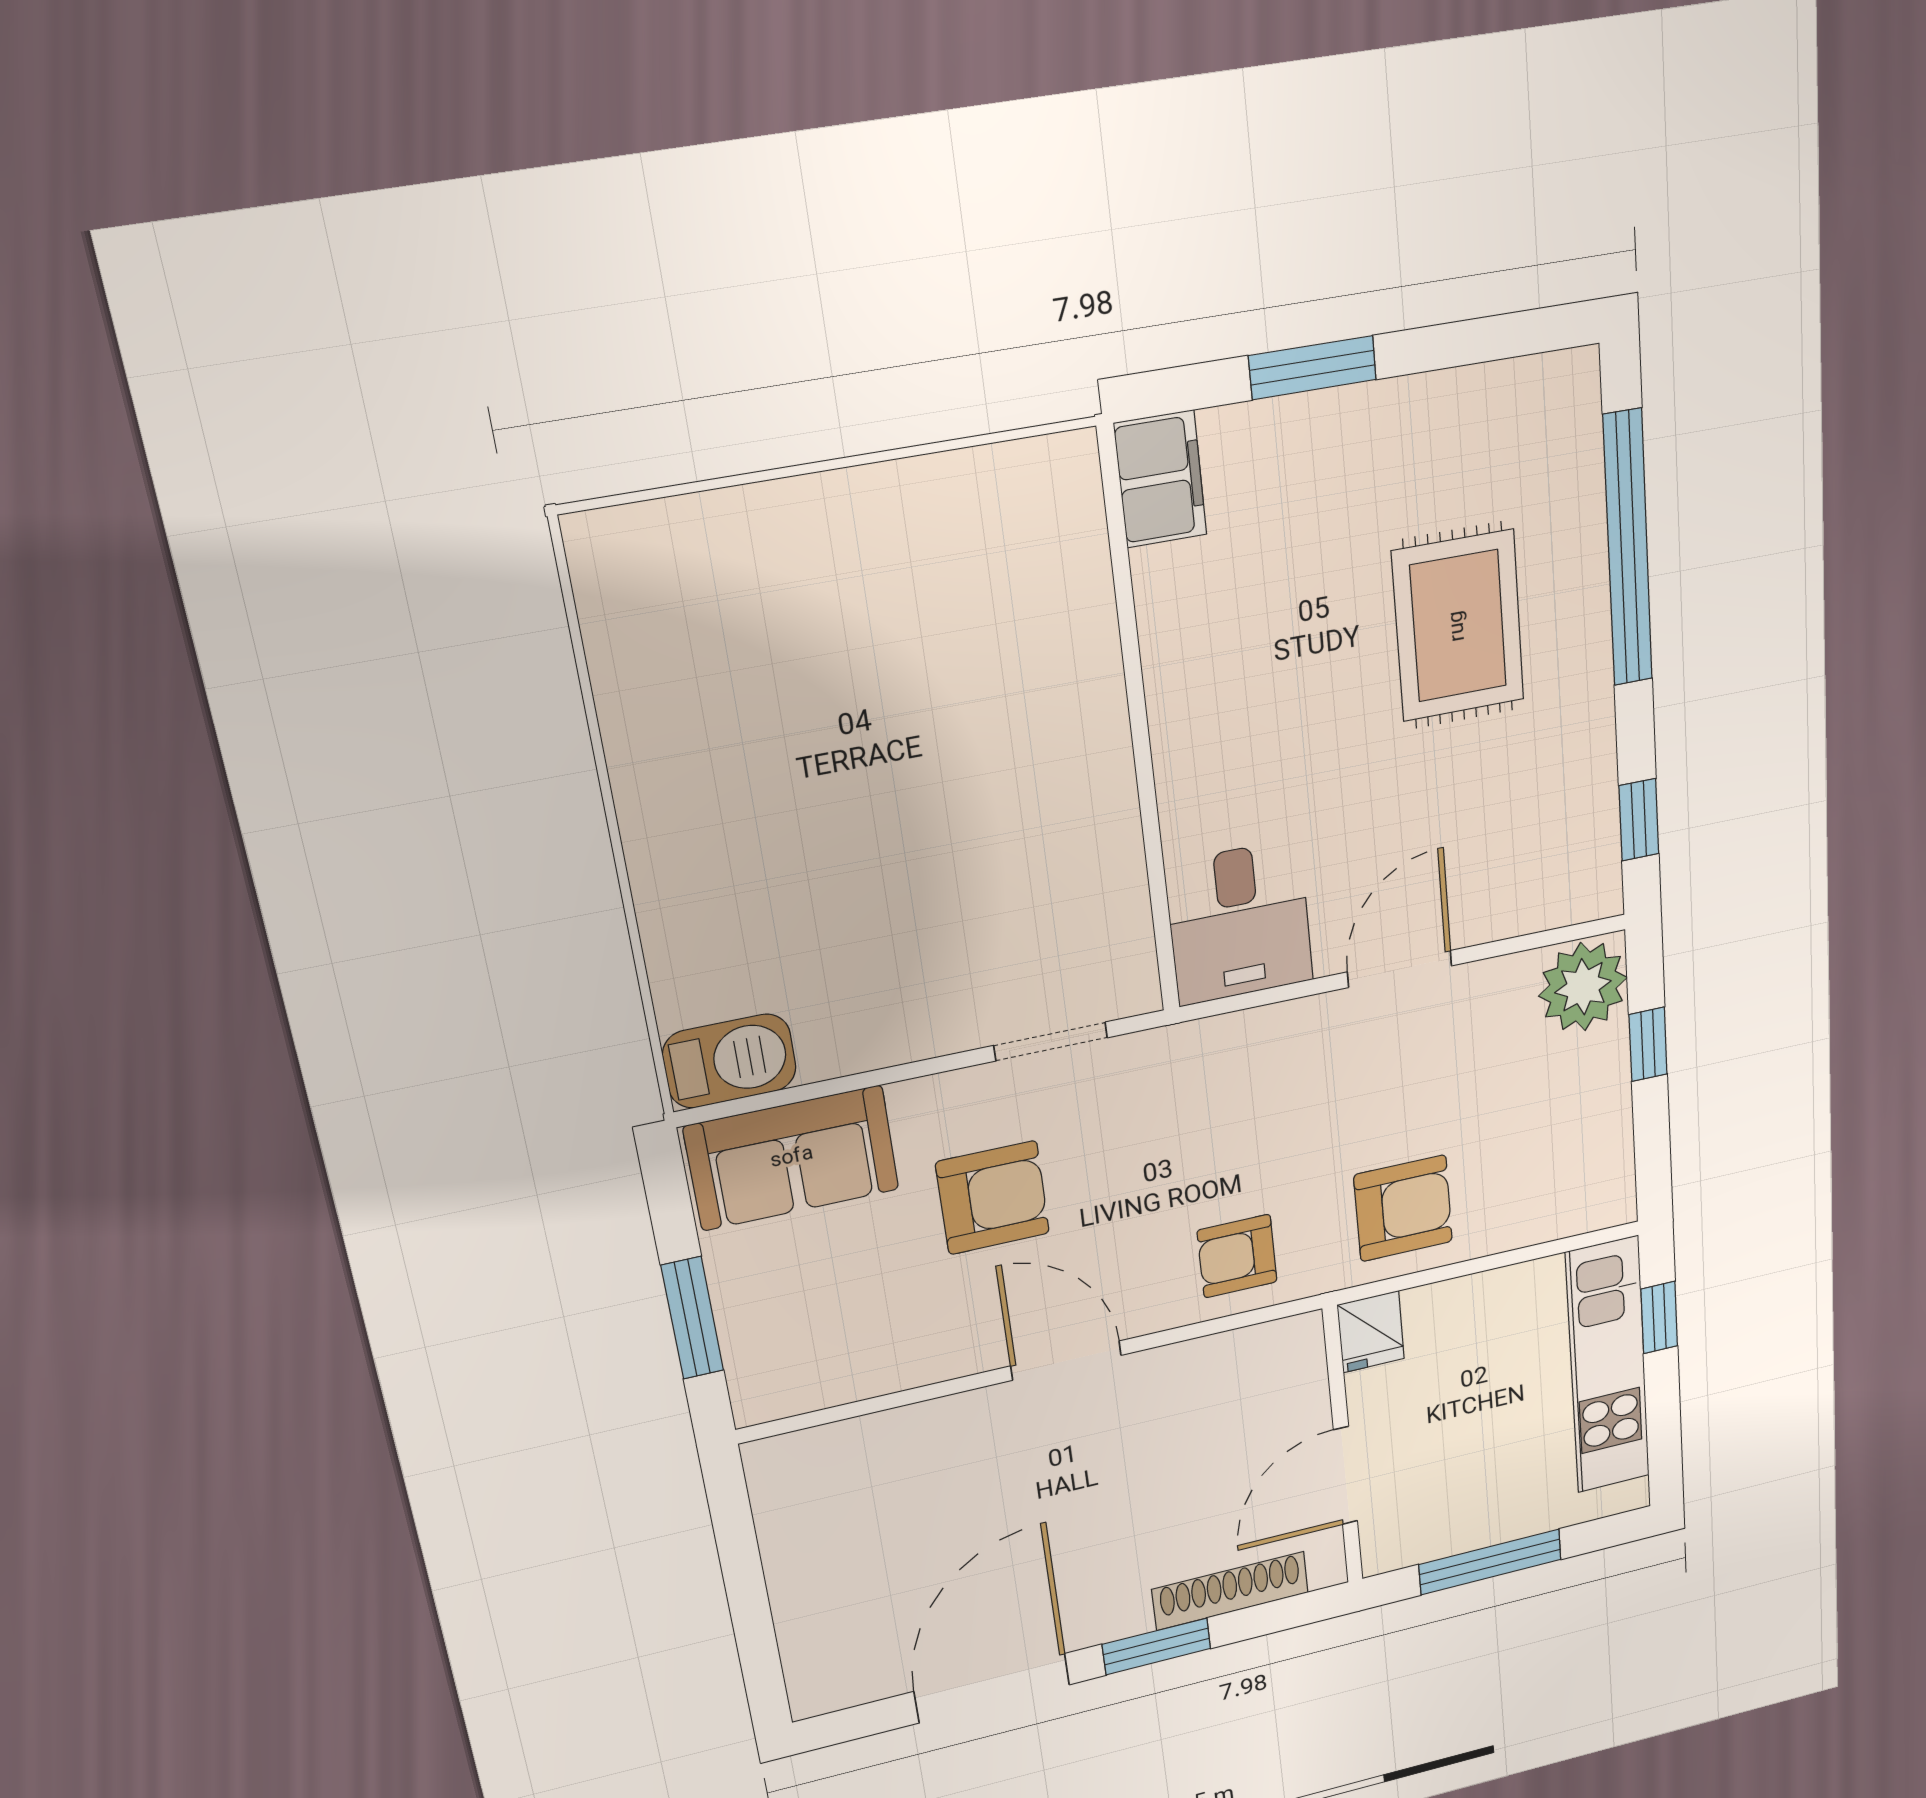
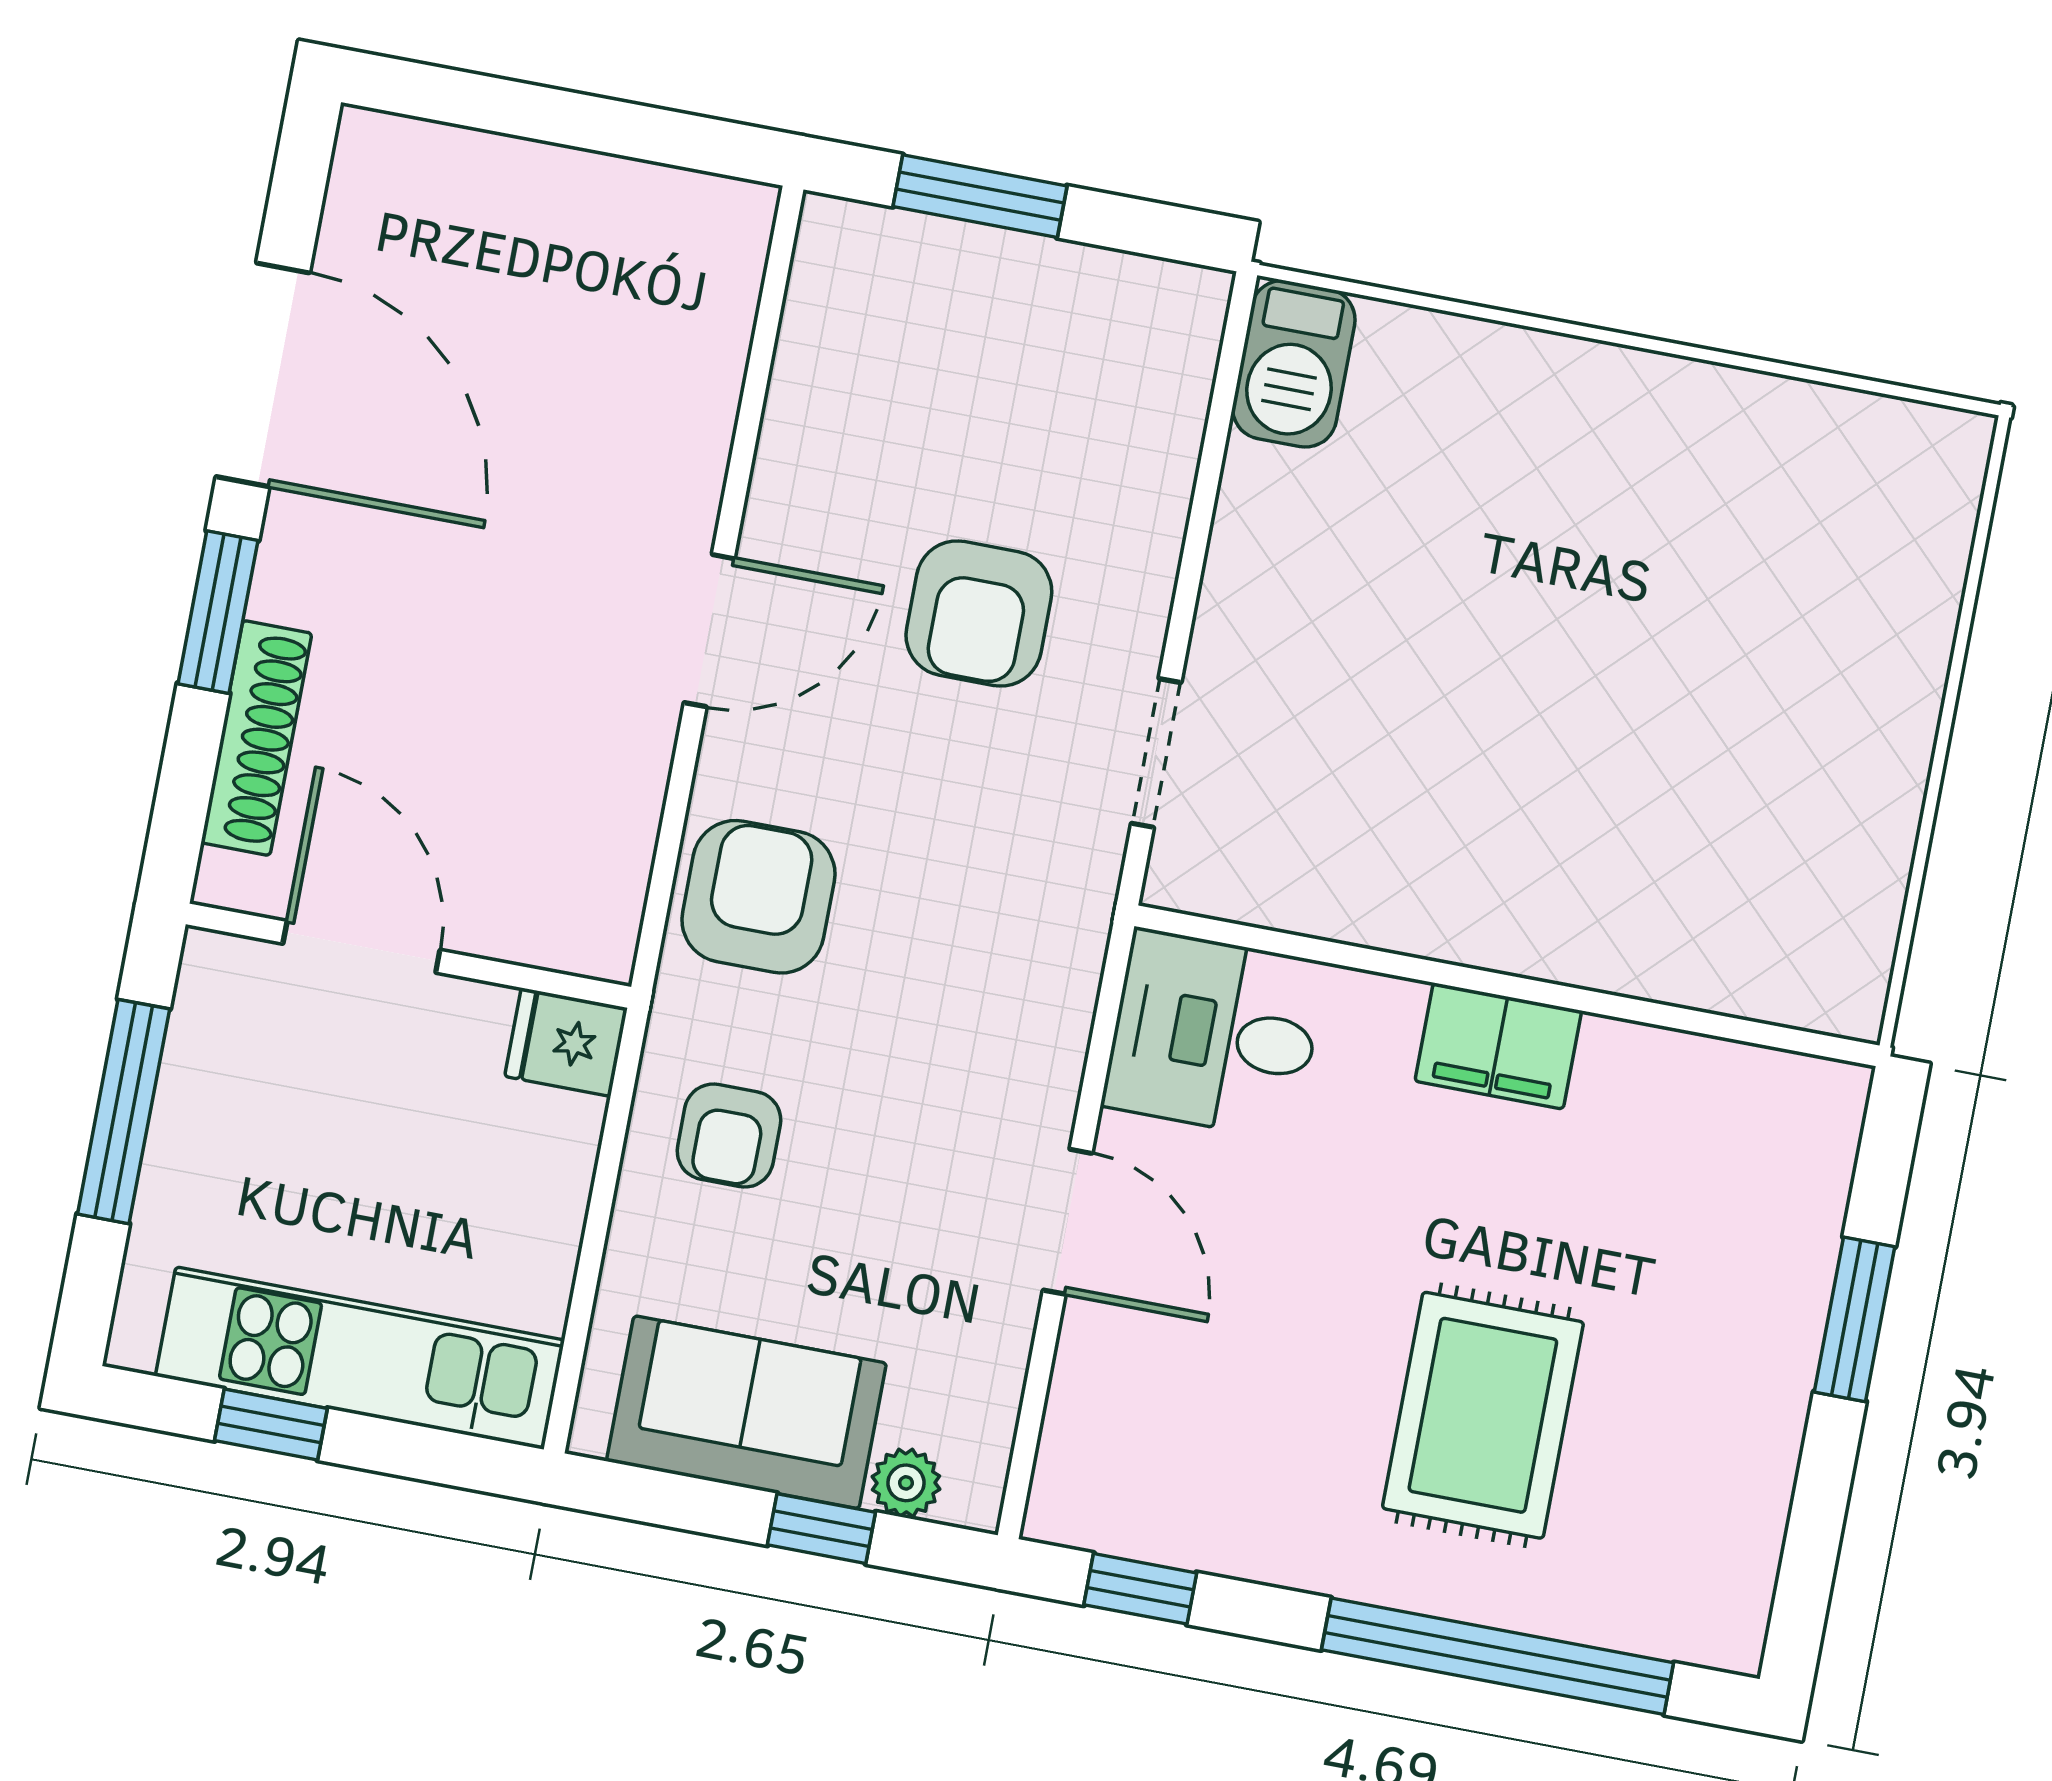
filing cabinet: (1160, 479) -> (1498, 1046), moved
rug: (1458, 626) -> (1483, 1415), turned 90
plant: (1583, 987) -> (906, 1483), width x0.53, depth x0.53
sofa: (792, 1158) -> (746, 1412), moved, turned 90
armchair: (1403, 1208) -> (729, 1136), width x0.72, depth x0.72
armchair: (1237, 1256) -> (758, 897), width x1.38, depth x1.38
window: (1659, 1318) -> (271, 1425), moved

